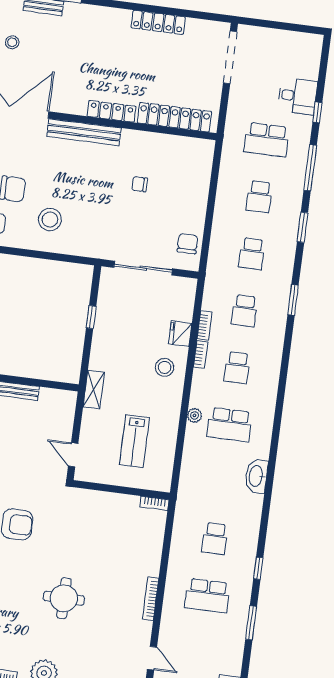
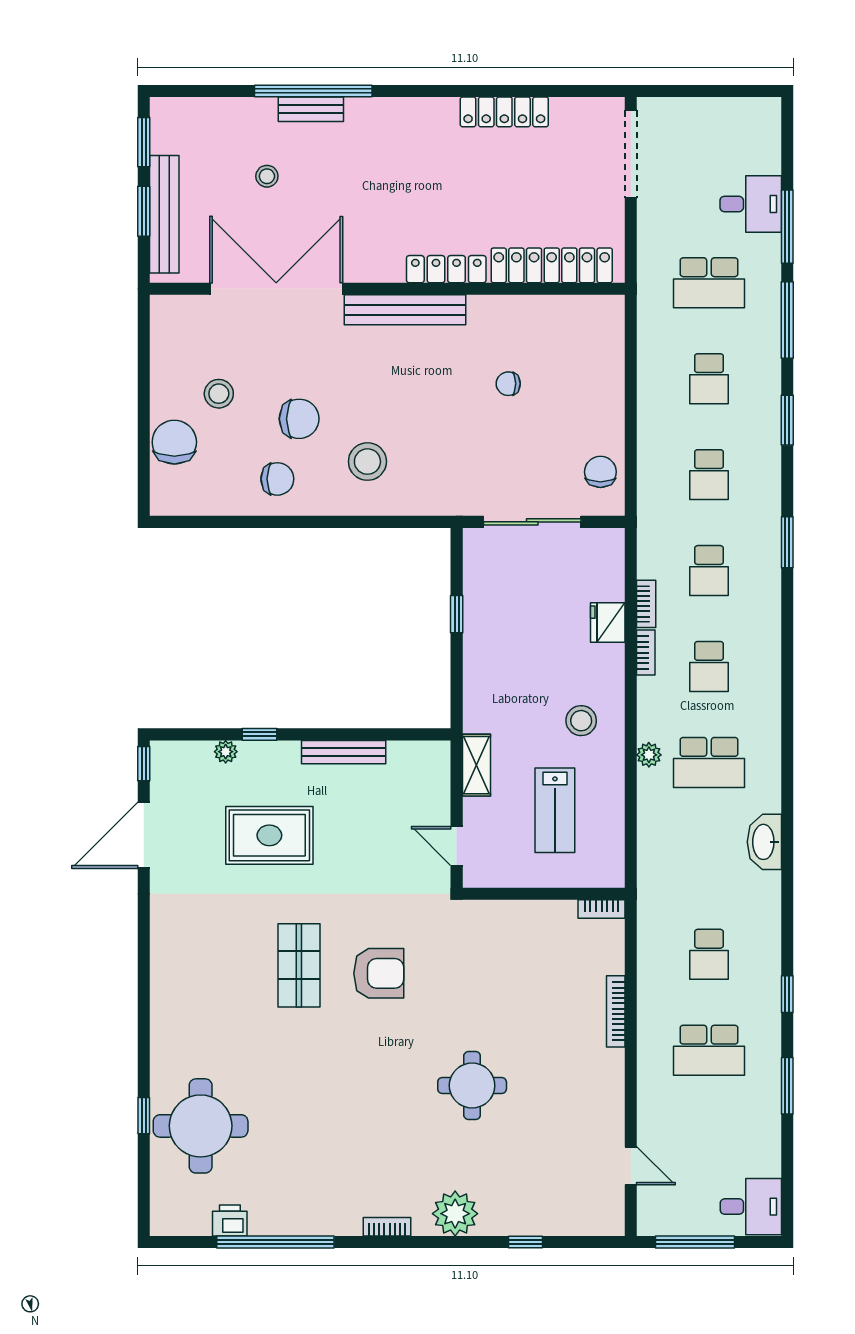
window: (317, 112) -> (787, 227), width x2.17
stool: (165, 367) -> (581, 721), moved
shelving: (94, 390) -> (476, 765), moved
bookcase: (151, 599) -> (616, 1011), moved

